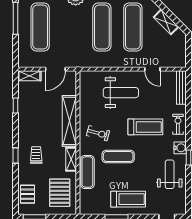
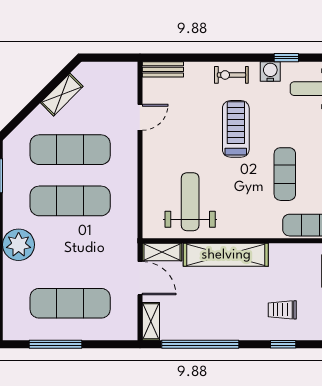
bench: (181, 87) -> (163, 69), width x0.73
weight bench: (121, 93) -> (190, 202), moved
window: (15, 106) -> (200, 344), width x3.17
exercise bike: (98, 133) -> (246, 207), removed
shelving: (71, 159) -> (162, 252), moved

